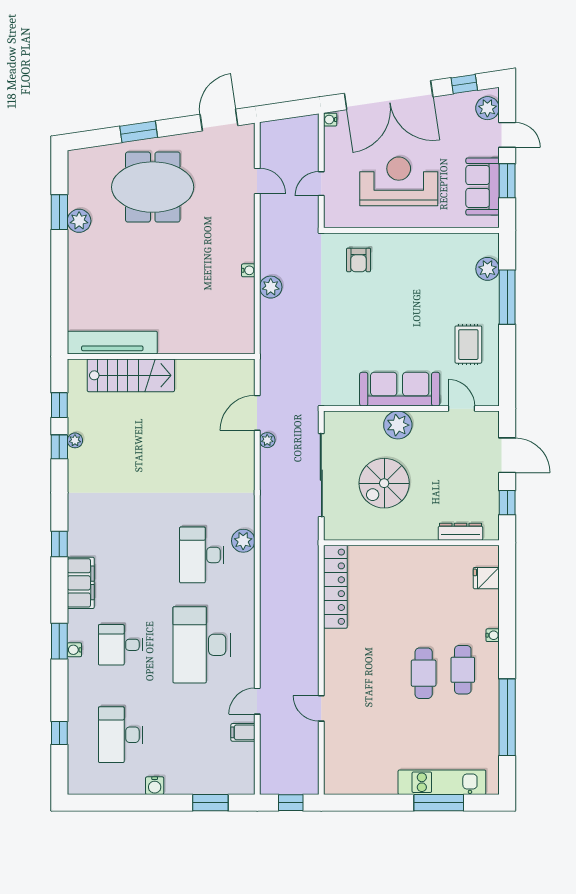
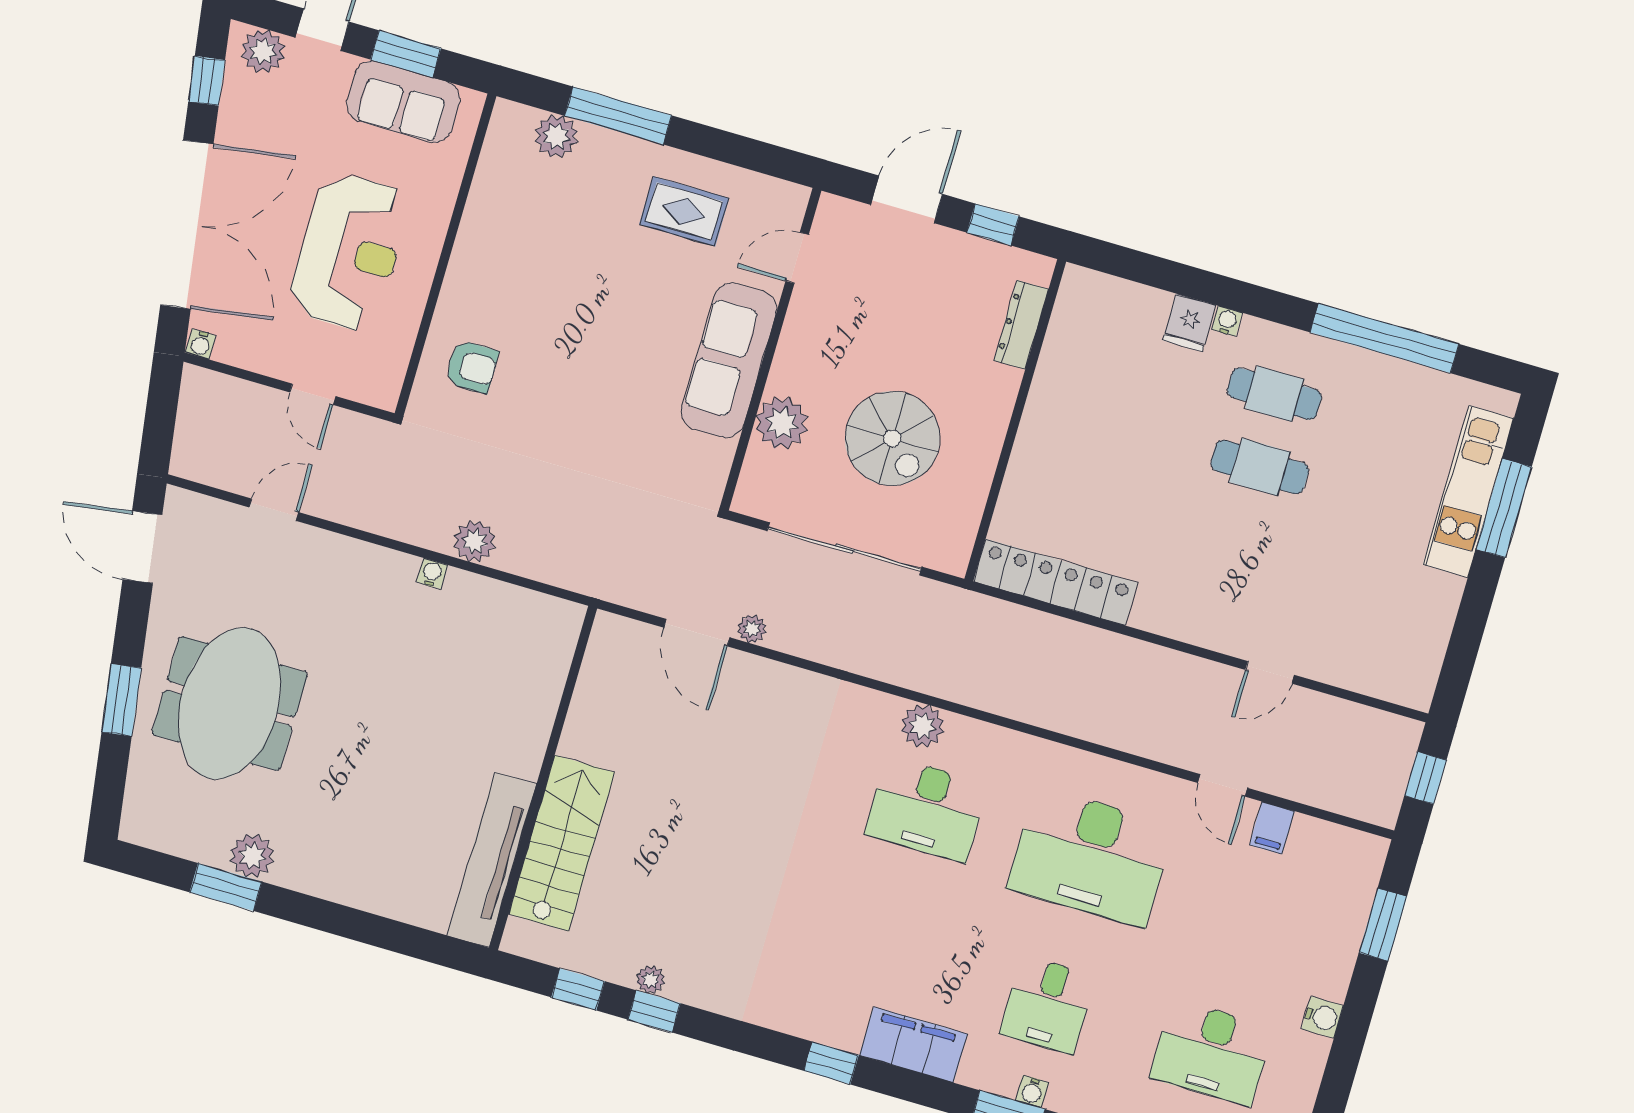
reception desk: (399, 181) -> (349, 252), turned 180
plant: (398, 425) -> (782, 423), moved
fridge: (486, 578) -> (1189, 323), moved

